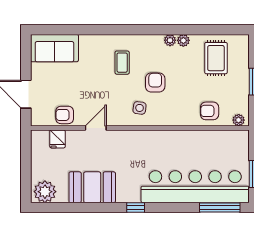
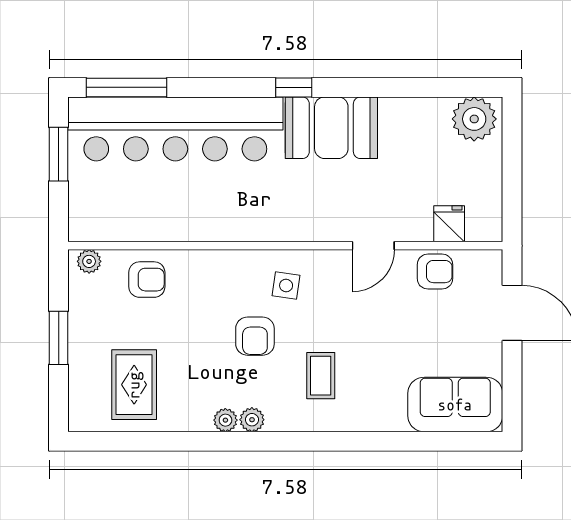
plant: (183, 40) -> (252, 420), moved
booth: (92, 187) -> (331, 128), moved

